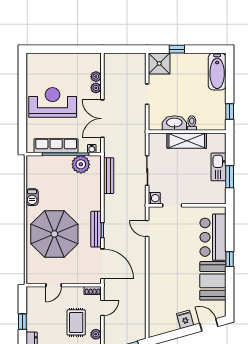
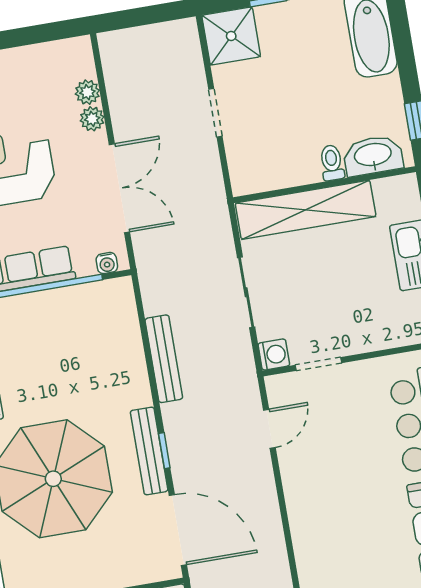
double door: (102, 119) -> (119, 188), swing flipped
washbasin: (174, 123) -> (373, 156), moved
shelving: (187, 141) -> (306, 210), width x1.47
plant: (81, 164) -> (87, 304), removed
bench: (109, 176) -> (164, 359), moved
door: (147, 229) -> (269, 429), swing flipped

